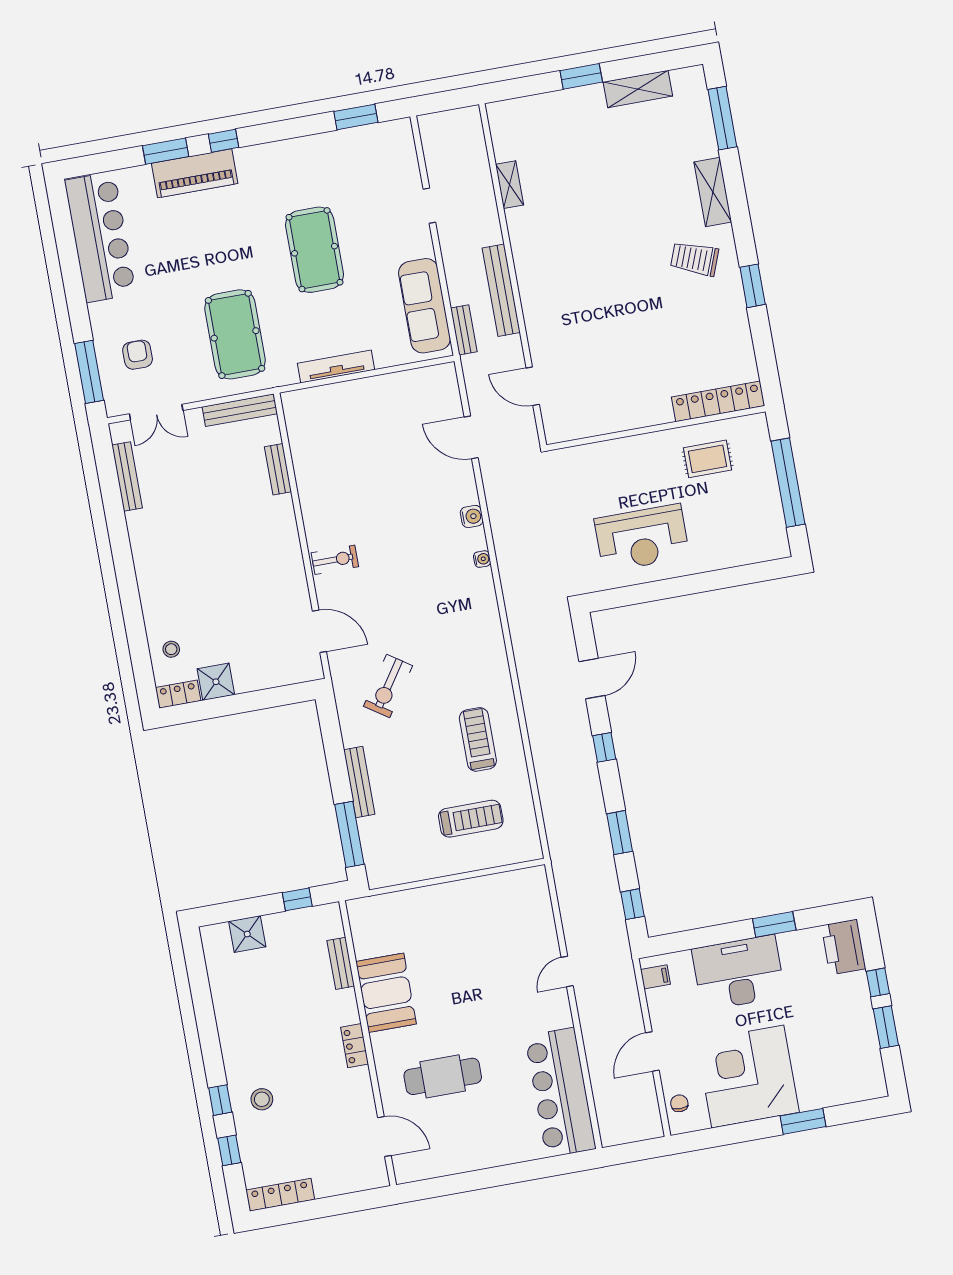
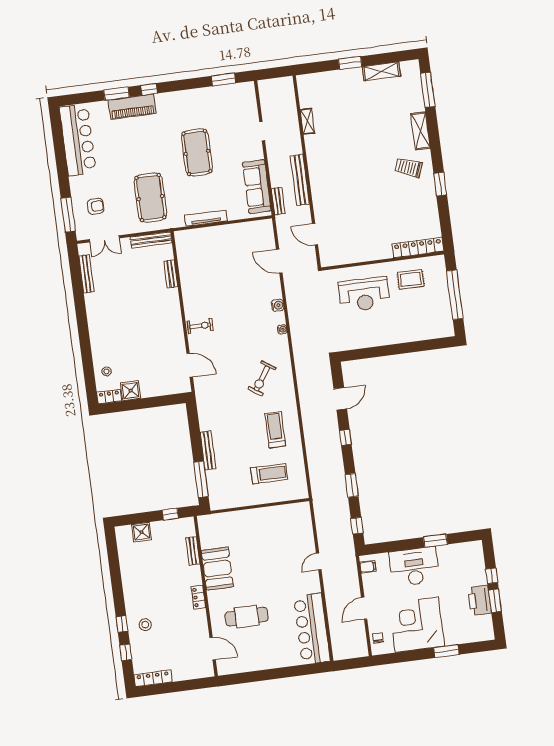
armchair: (138, 355) -> (96, 206), turned 89
reception desk: (642, 538) -> (364, 294), moved
exercise bike: (388, 686) -> (262, 378), moved
printer: (844, 947) -> (479, 600), moved

